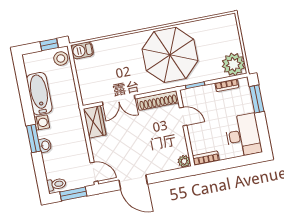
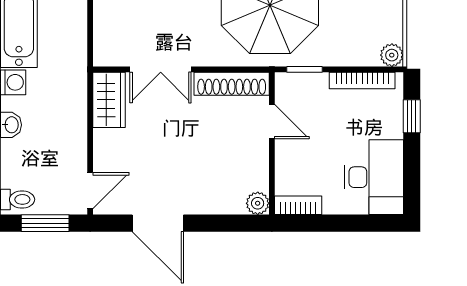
plant: (233, 64) -> (392, 55), width x0.53, depth x0.53
bookcase: (227, 85) -> (362, 81), width x1.56
window: (257, 99) -> (412, 116), width x0.67
door: (94, 172) -> (90, 191), hinge flipped

